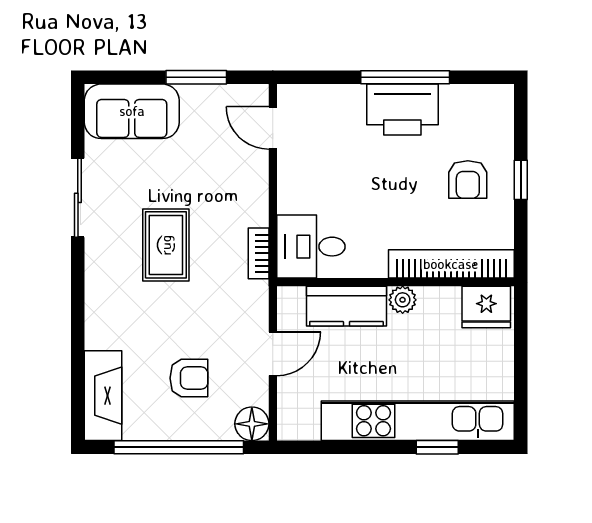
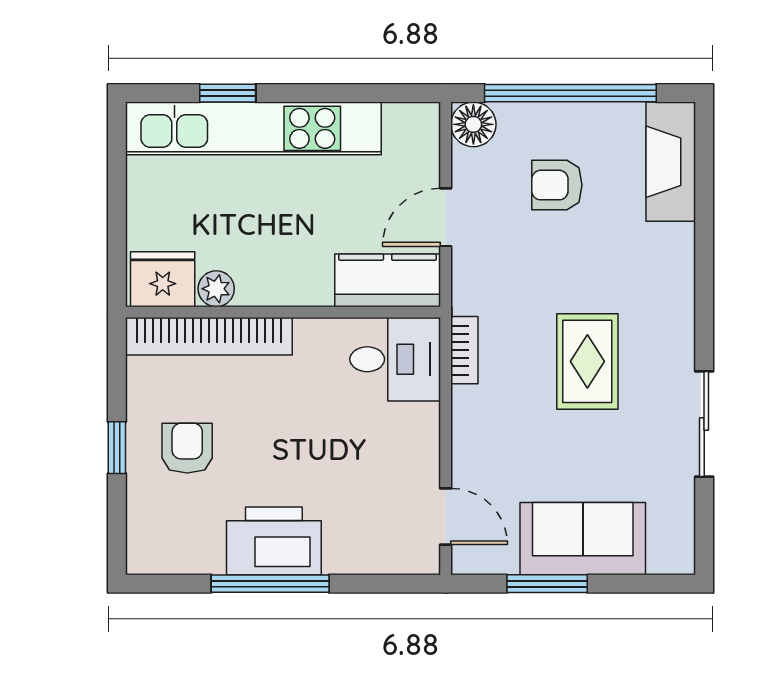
sofa: (132, 111) -> (583, 539), moved
plant: (403, 300) -> (216, 289), moved
kitchen counter: (346, 306) -> (388, 280), moved

